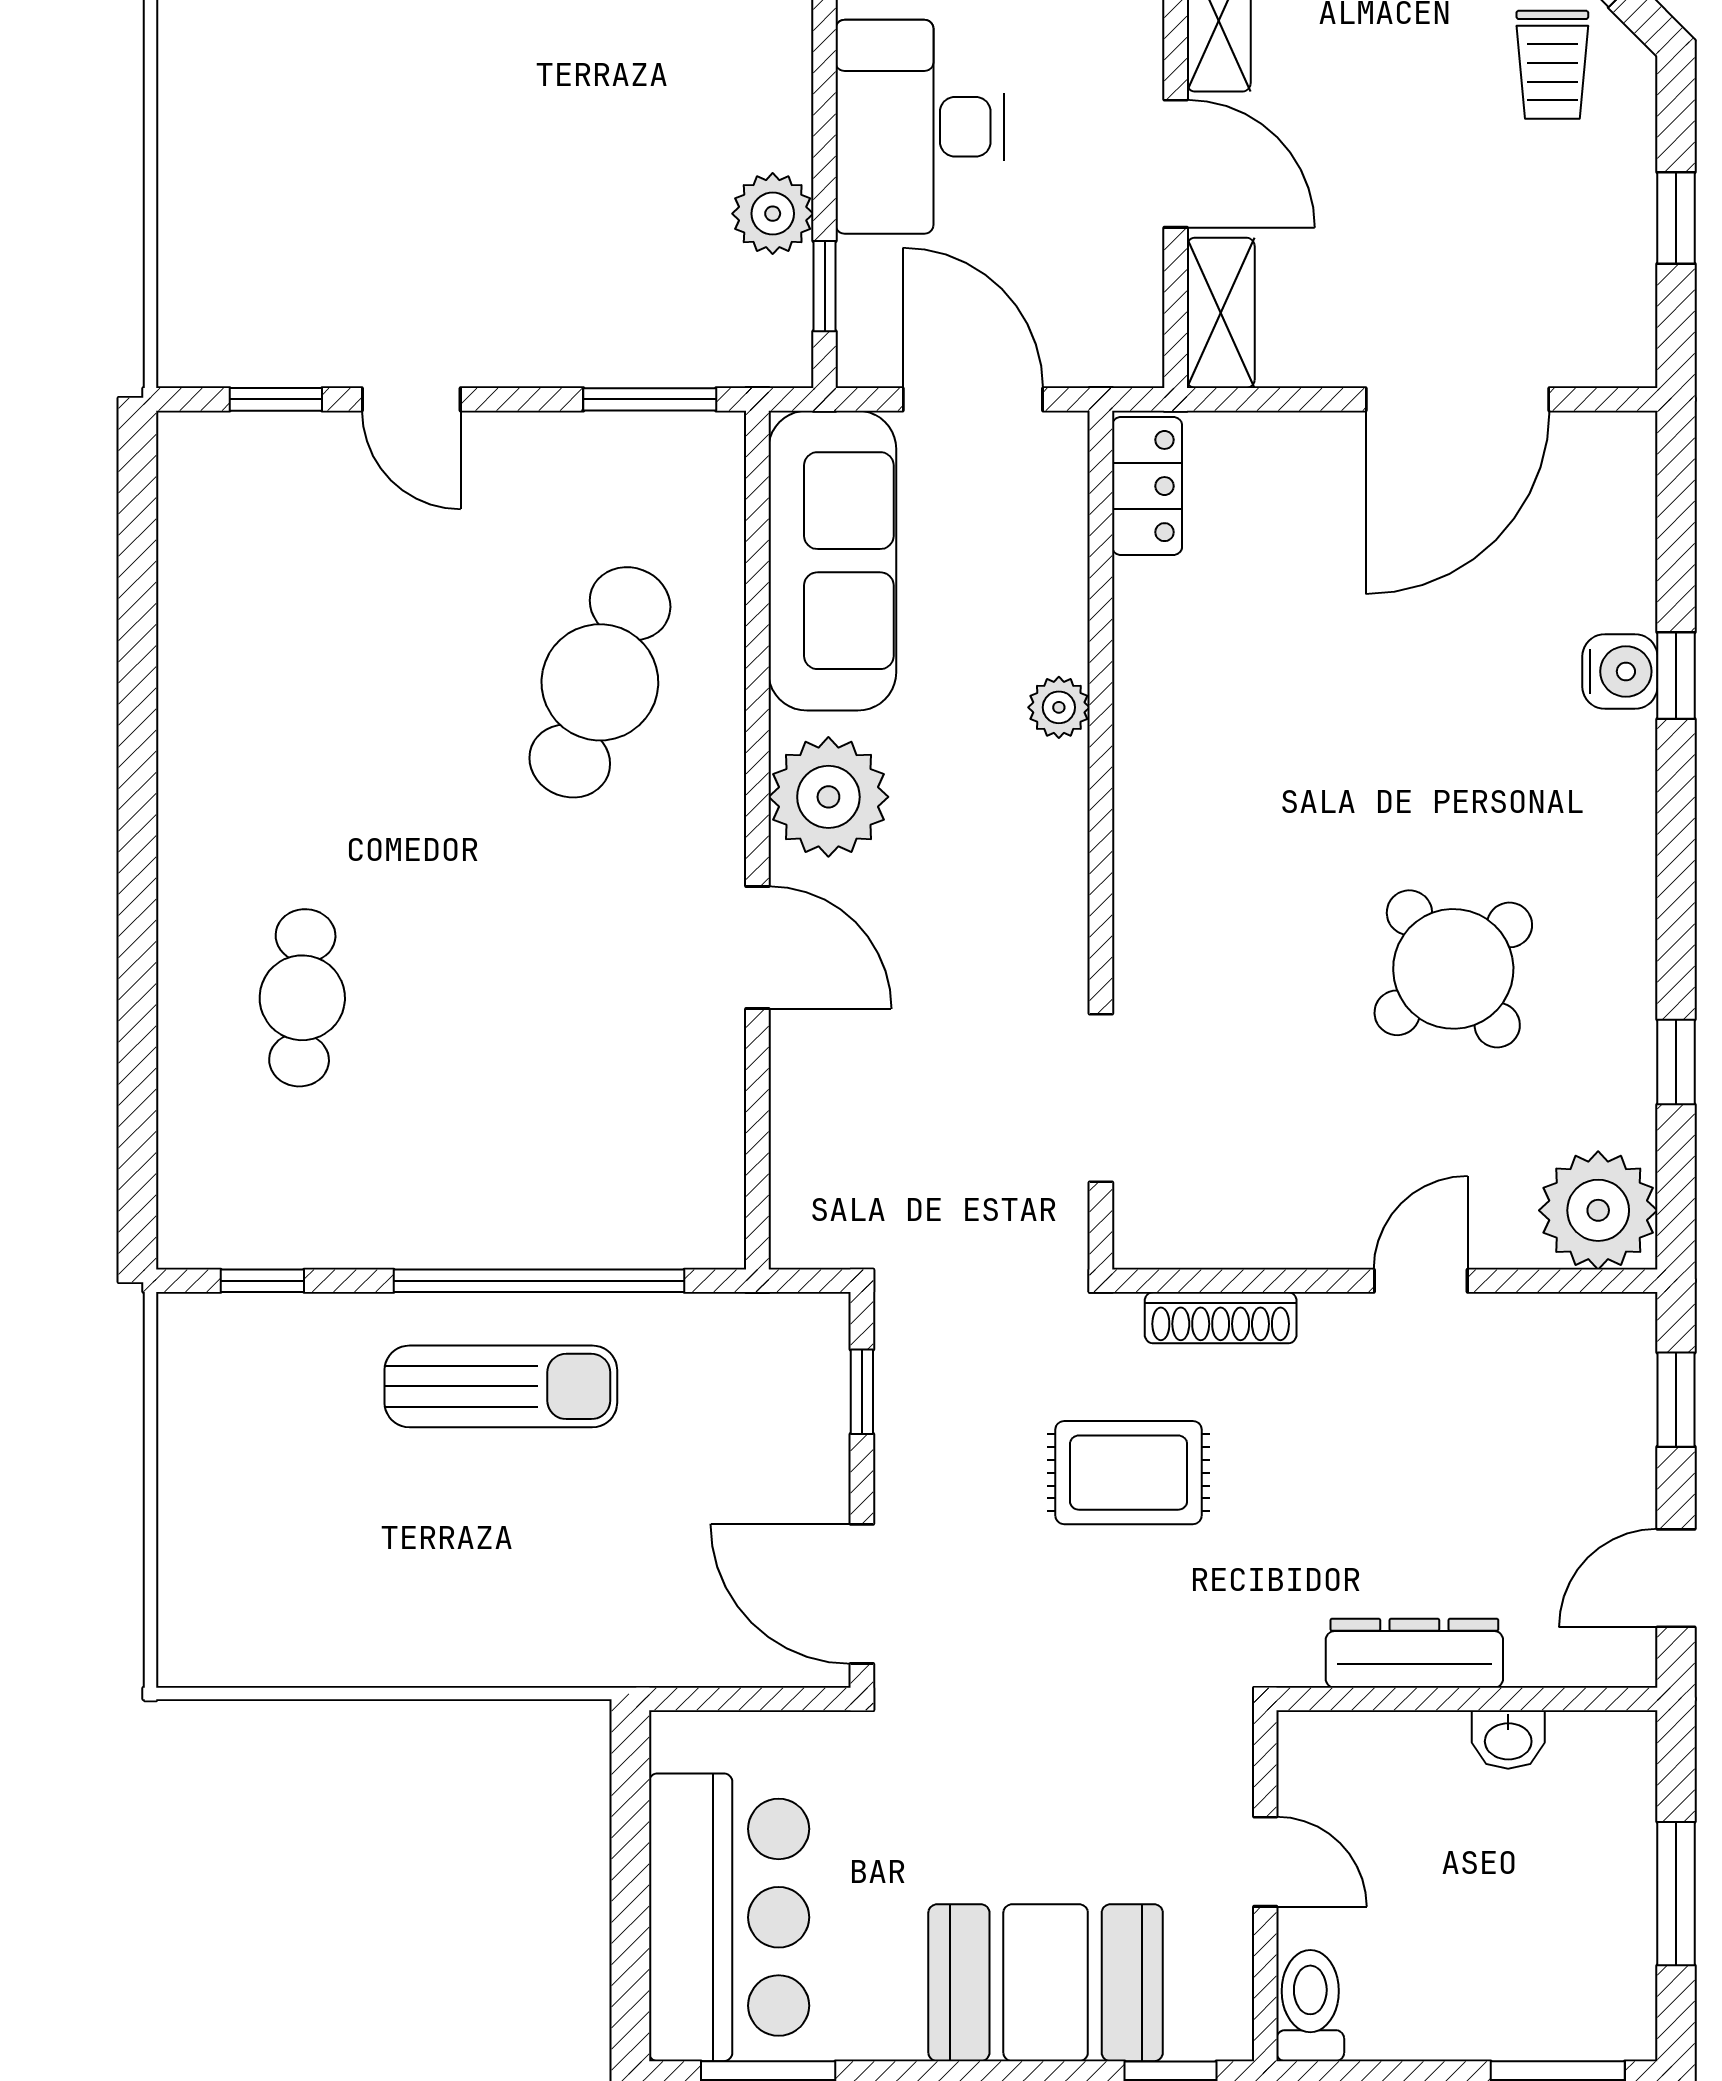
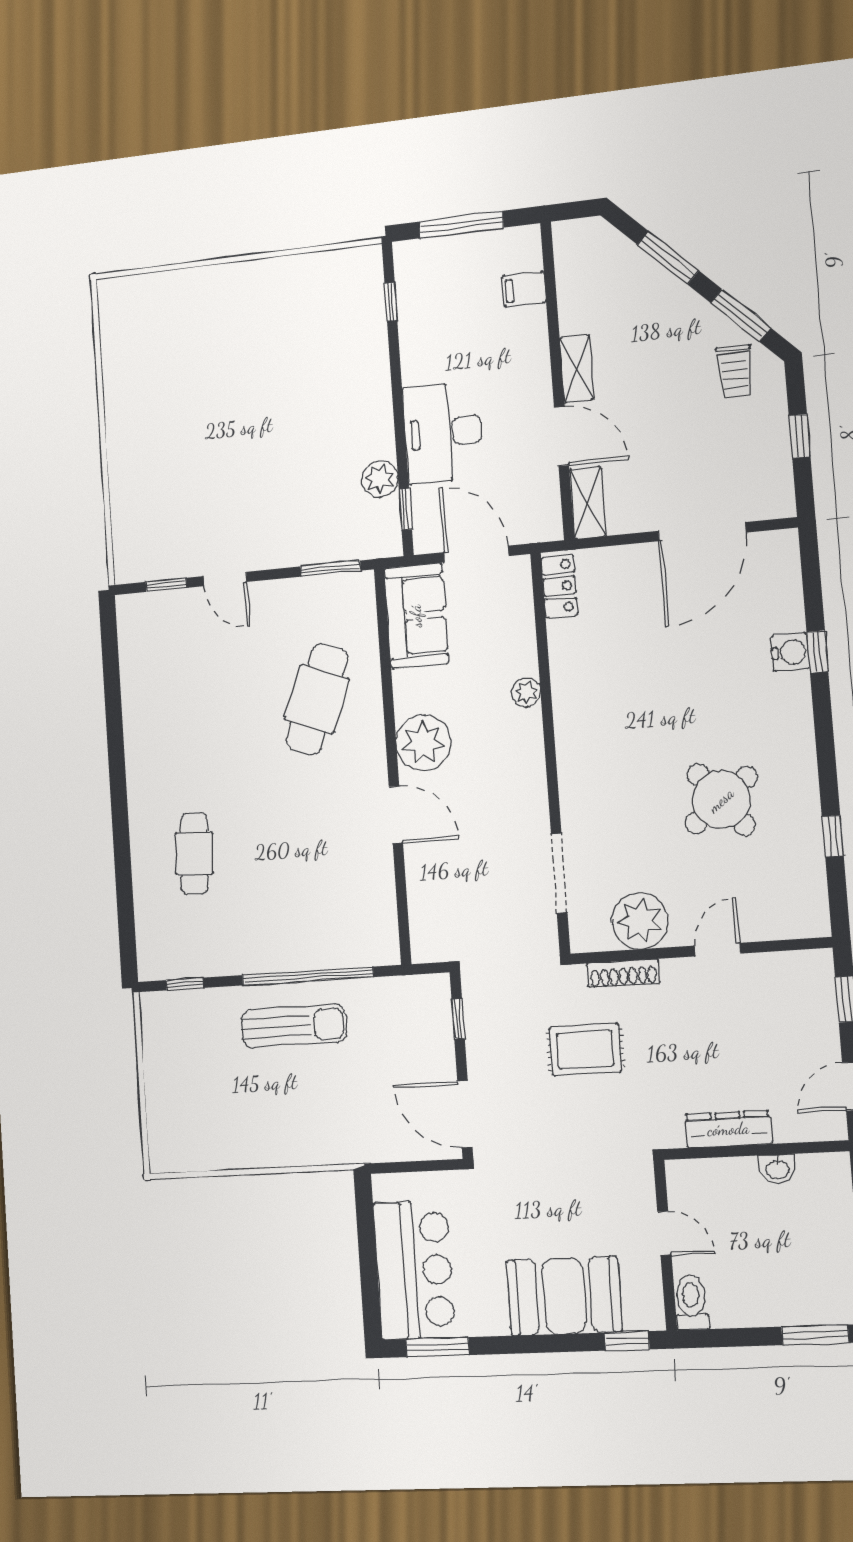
sofa: (832, 561) -> (416, 616), width x0.73
plant: (1598, 1210) -> (640, 921), moved

